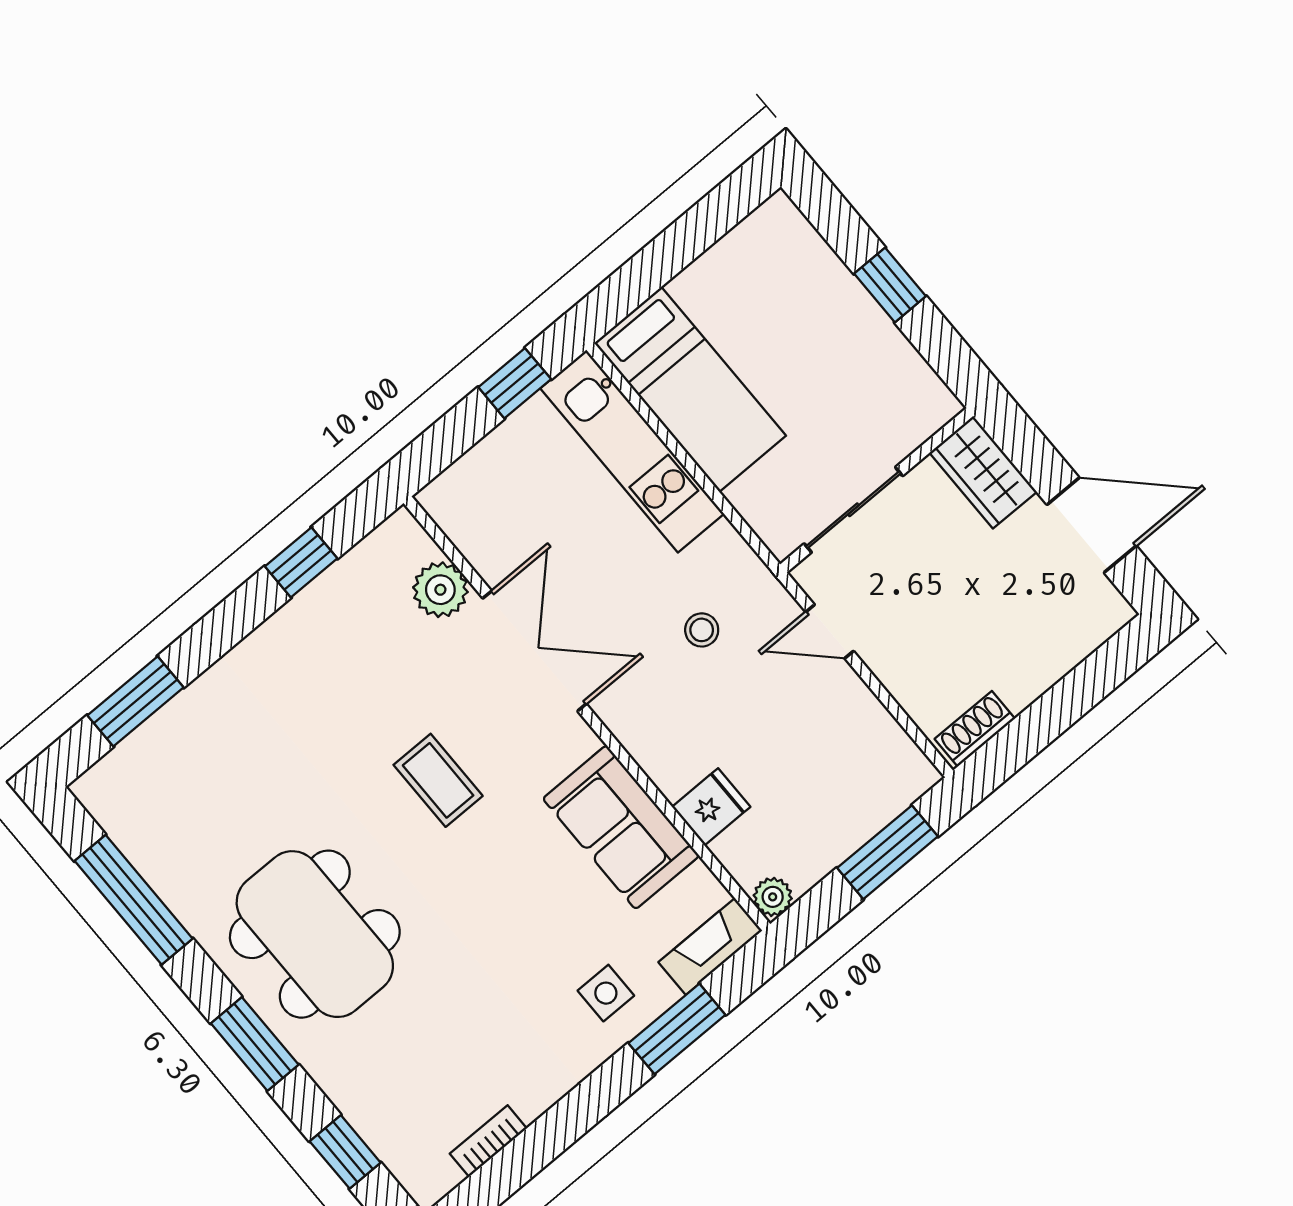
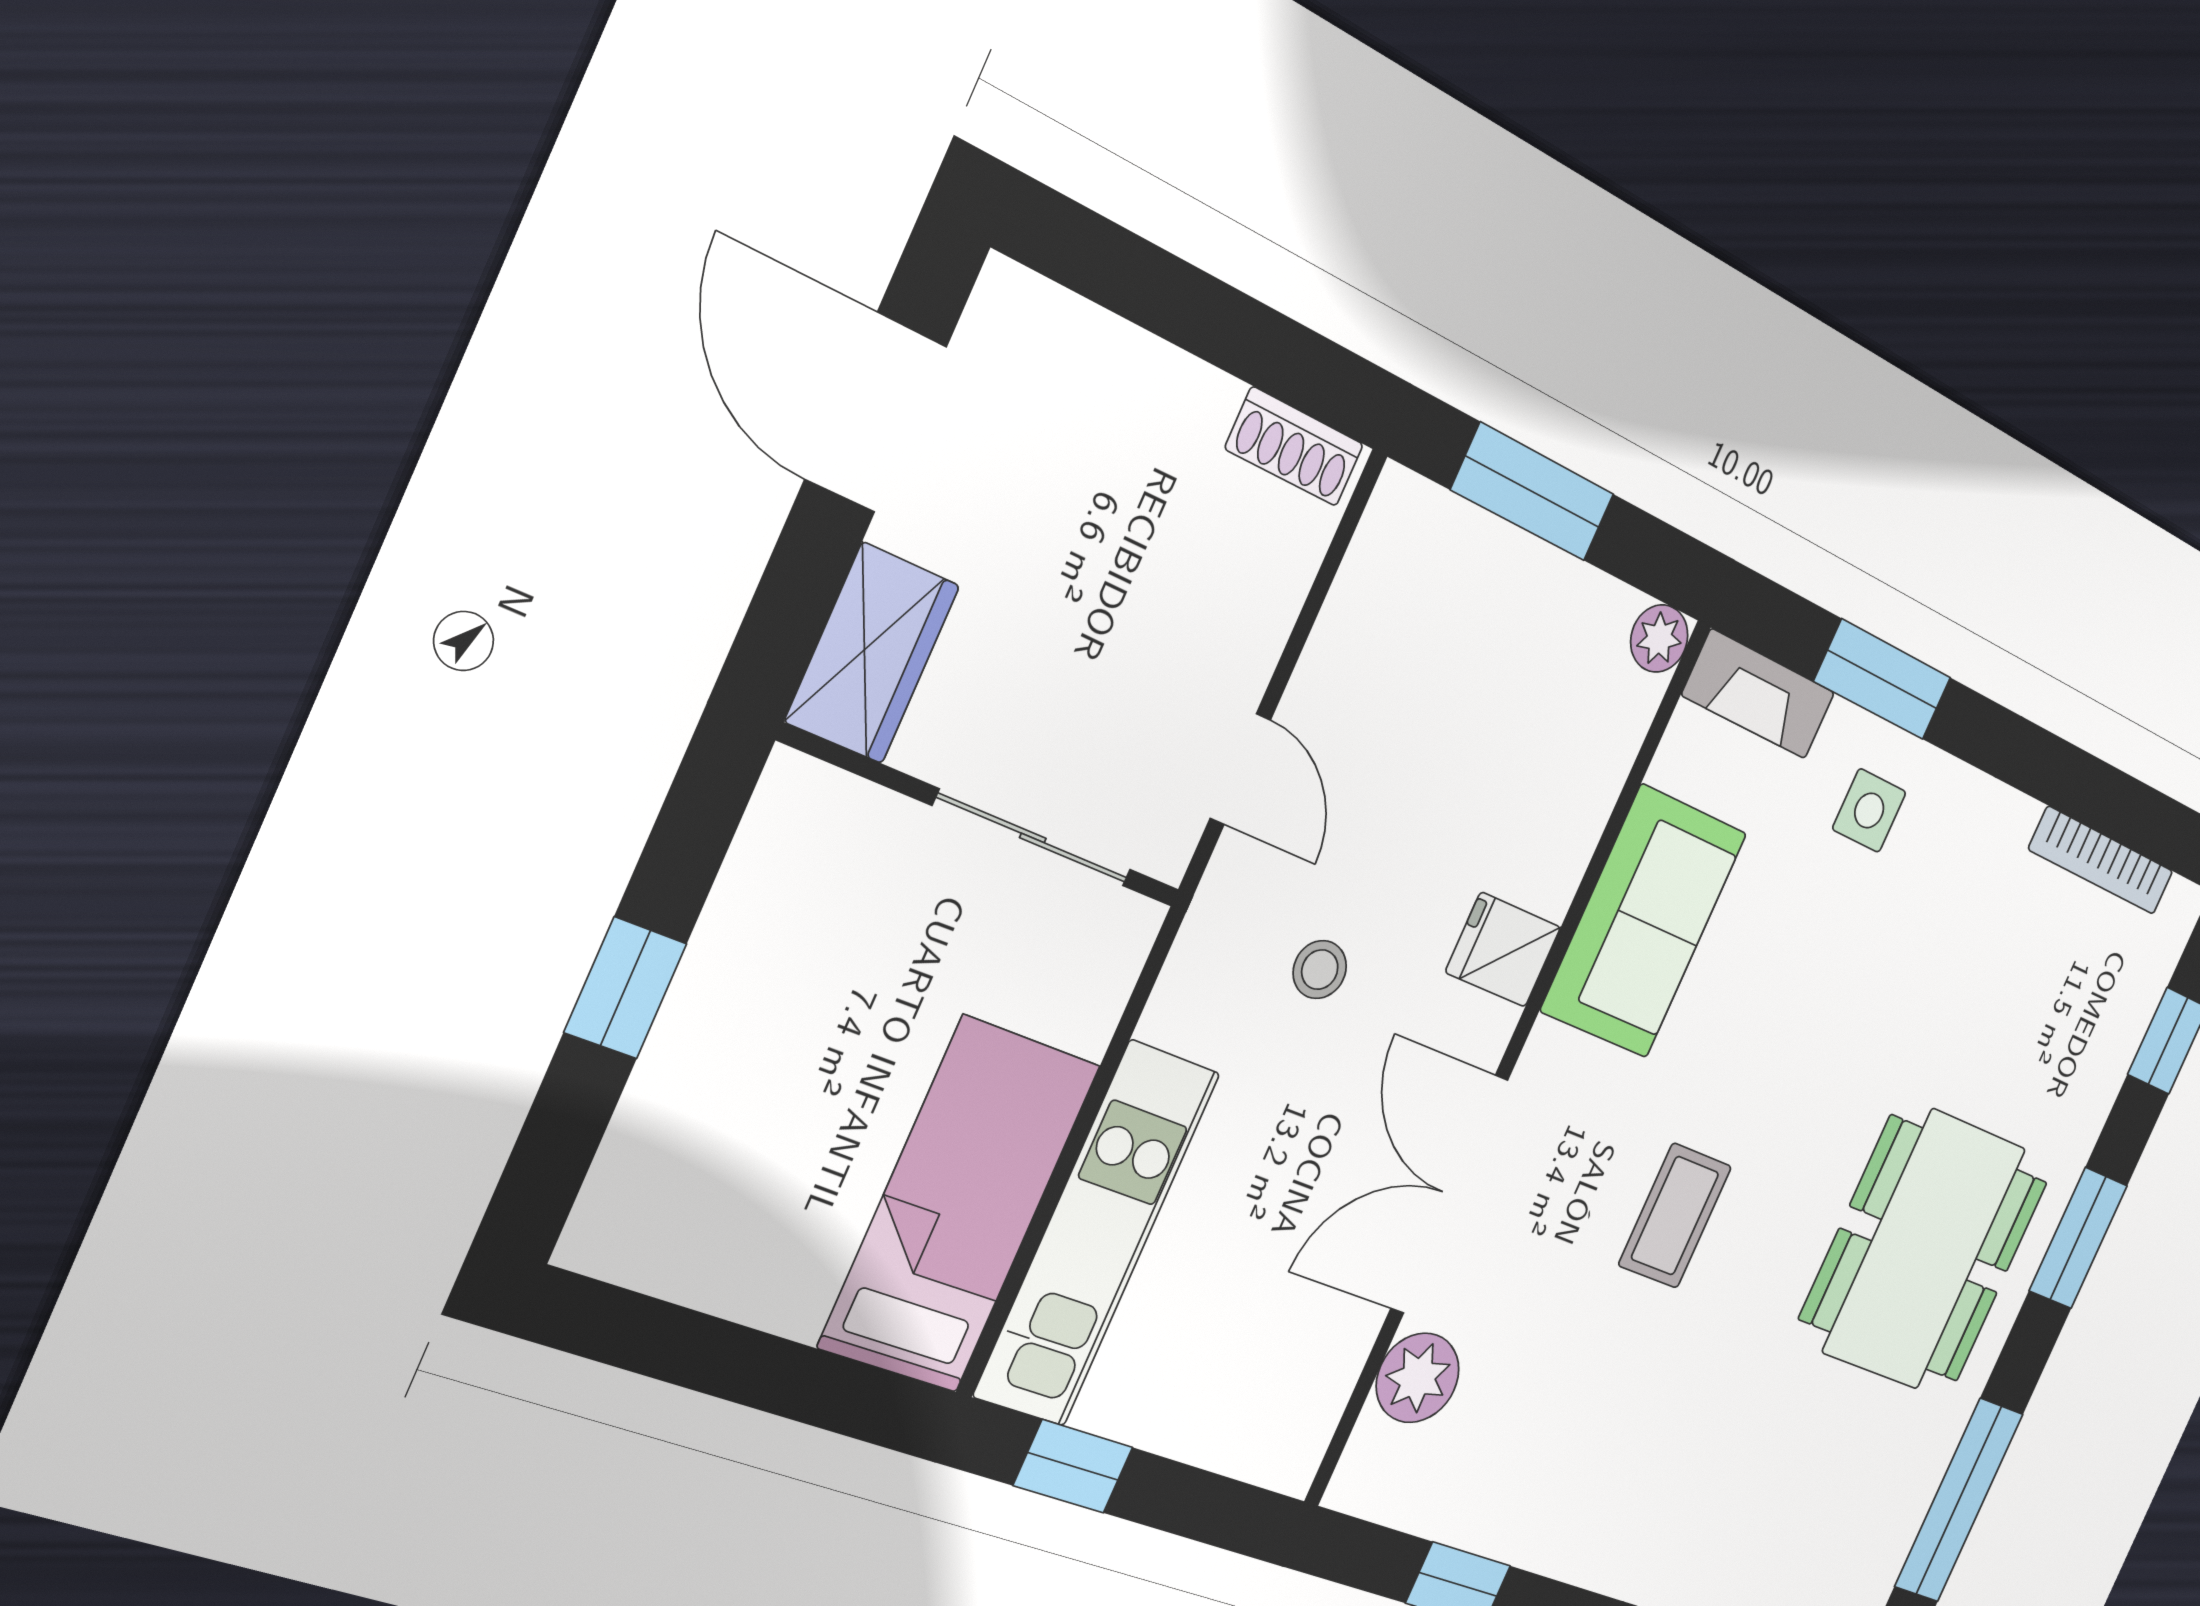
fridge: (711, 807) -> (1503, 950), moved
bookcase: (488, 1141) -> (2101, 861), width x1.56

